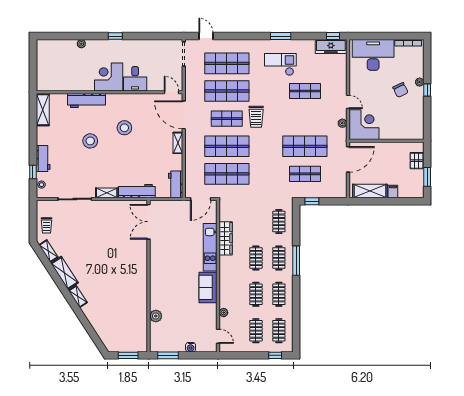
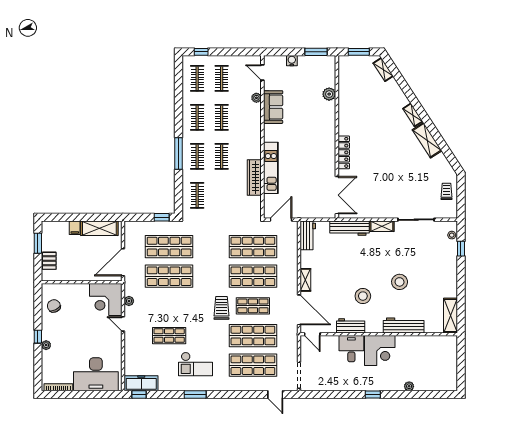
chair: (401, 90) -> (54, 306), moved
workbench: (43, 159) -> (351, 326), moved, turned 90
shop shelf: (305, 174) -> (169, 247), width x1.43, depth x1.36
shelving: (48, 251) -> (383, 70), moved
locker: (142, 262) -> (344, 152), added
sofa: (208, 287) -> (273, 107), moved

